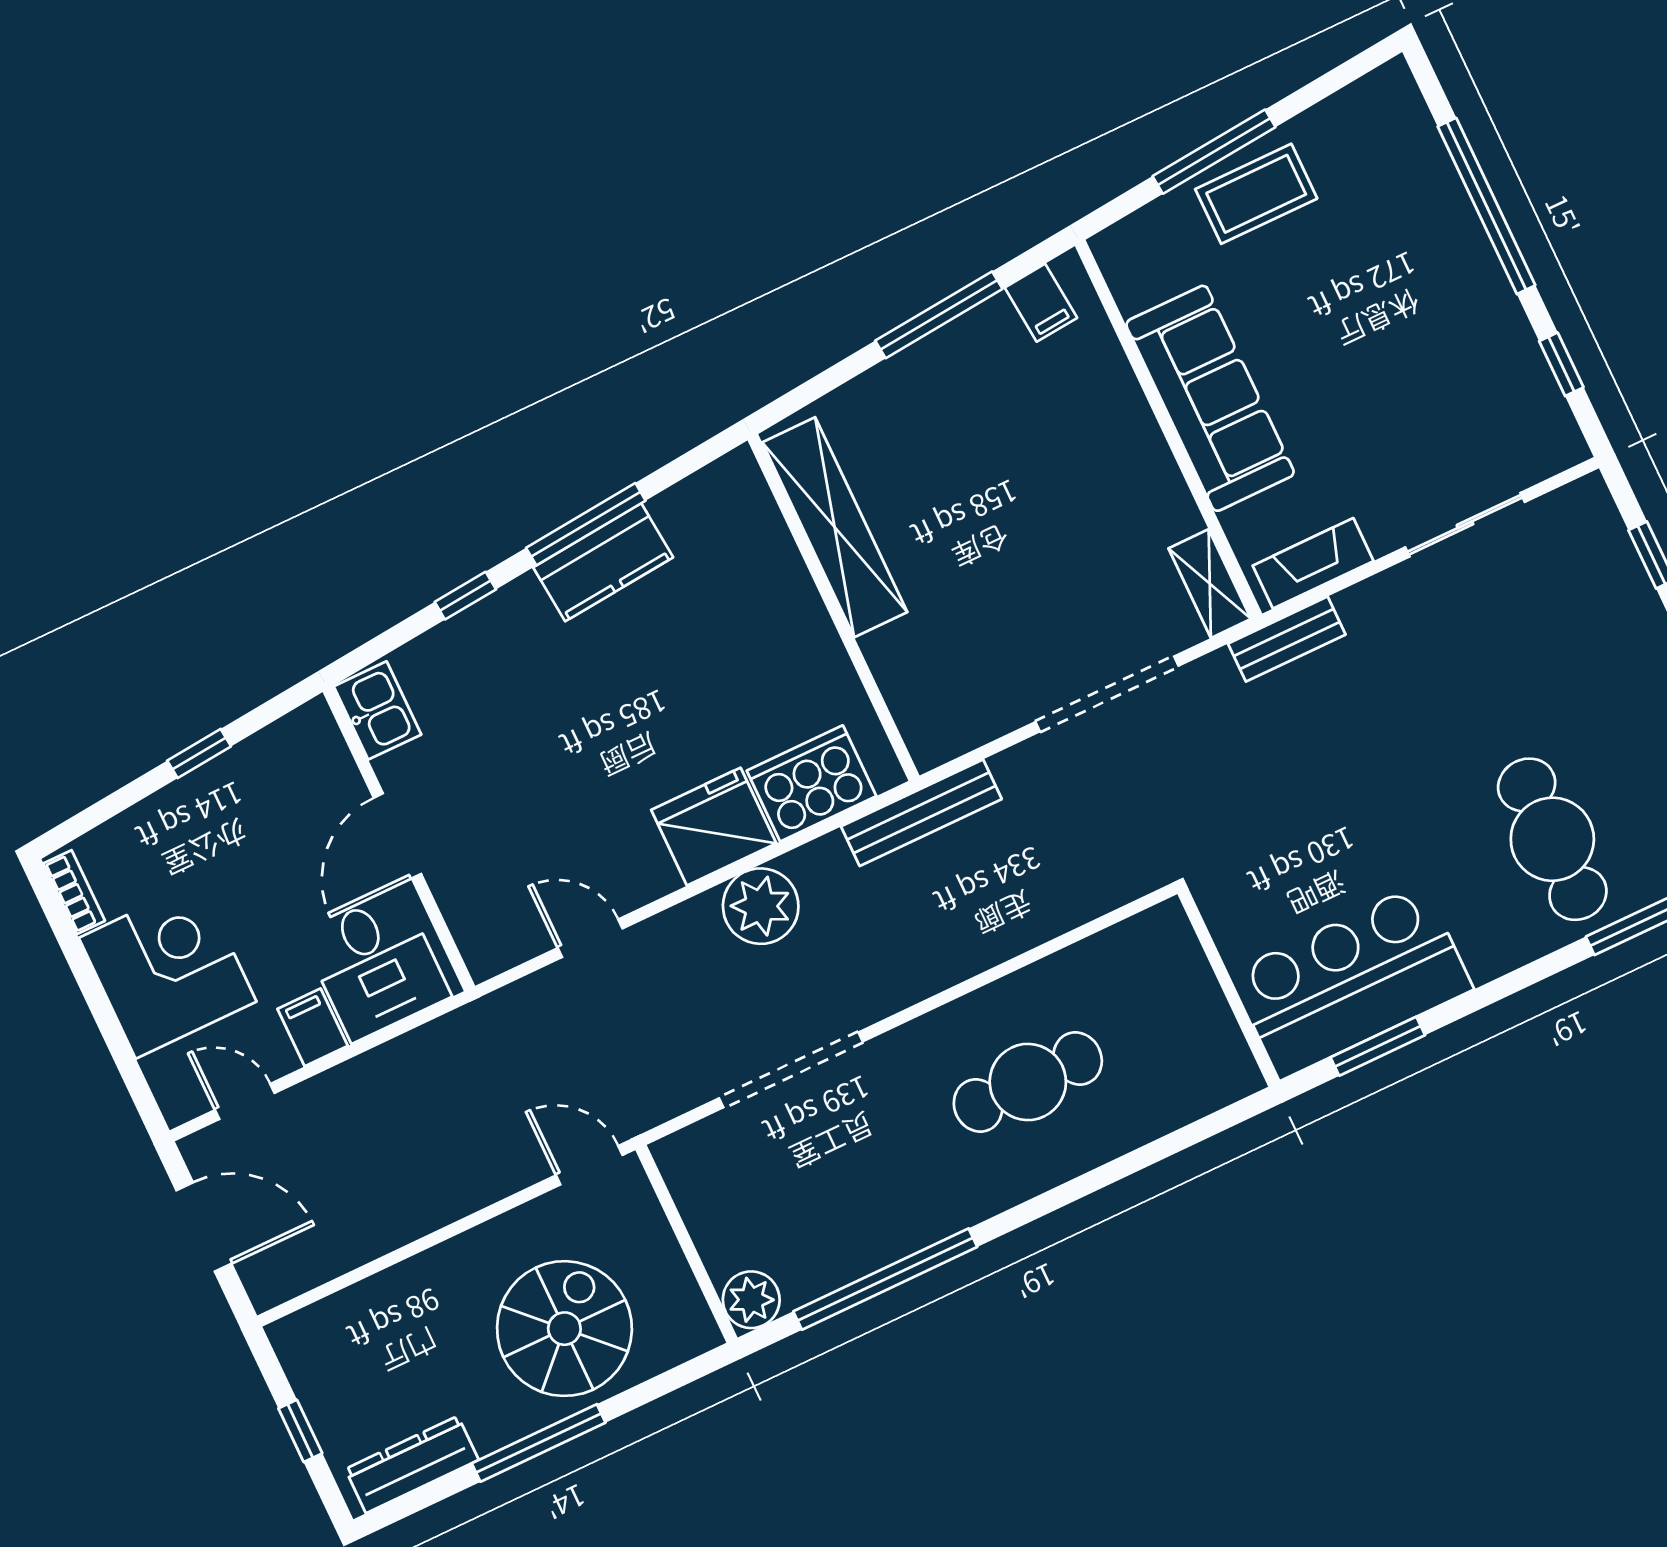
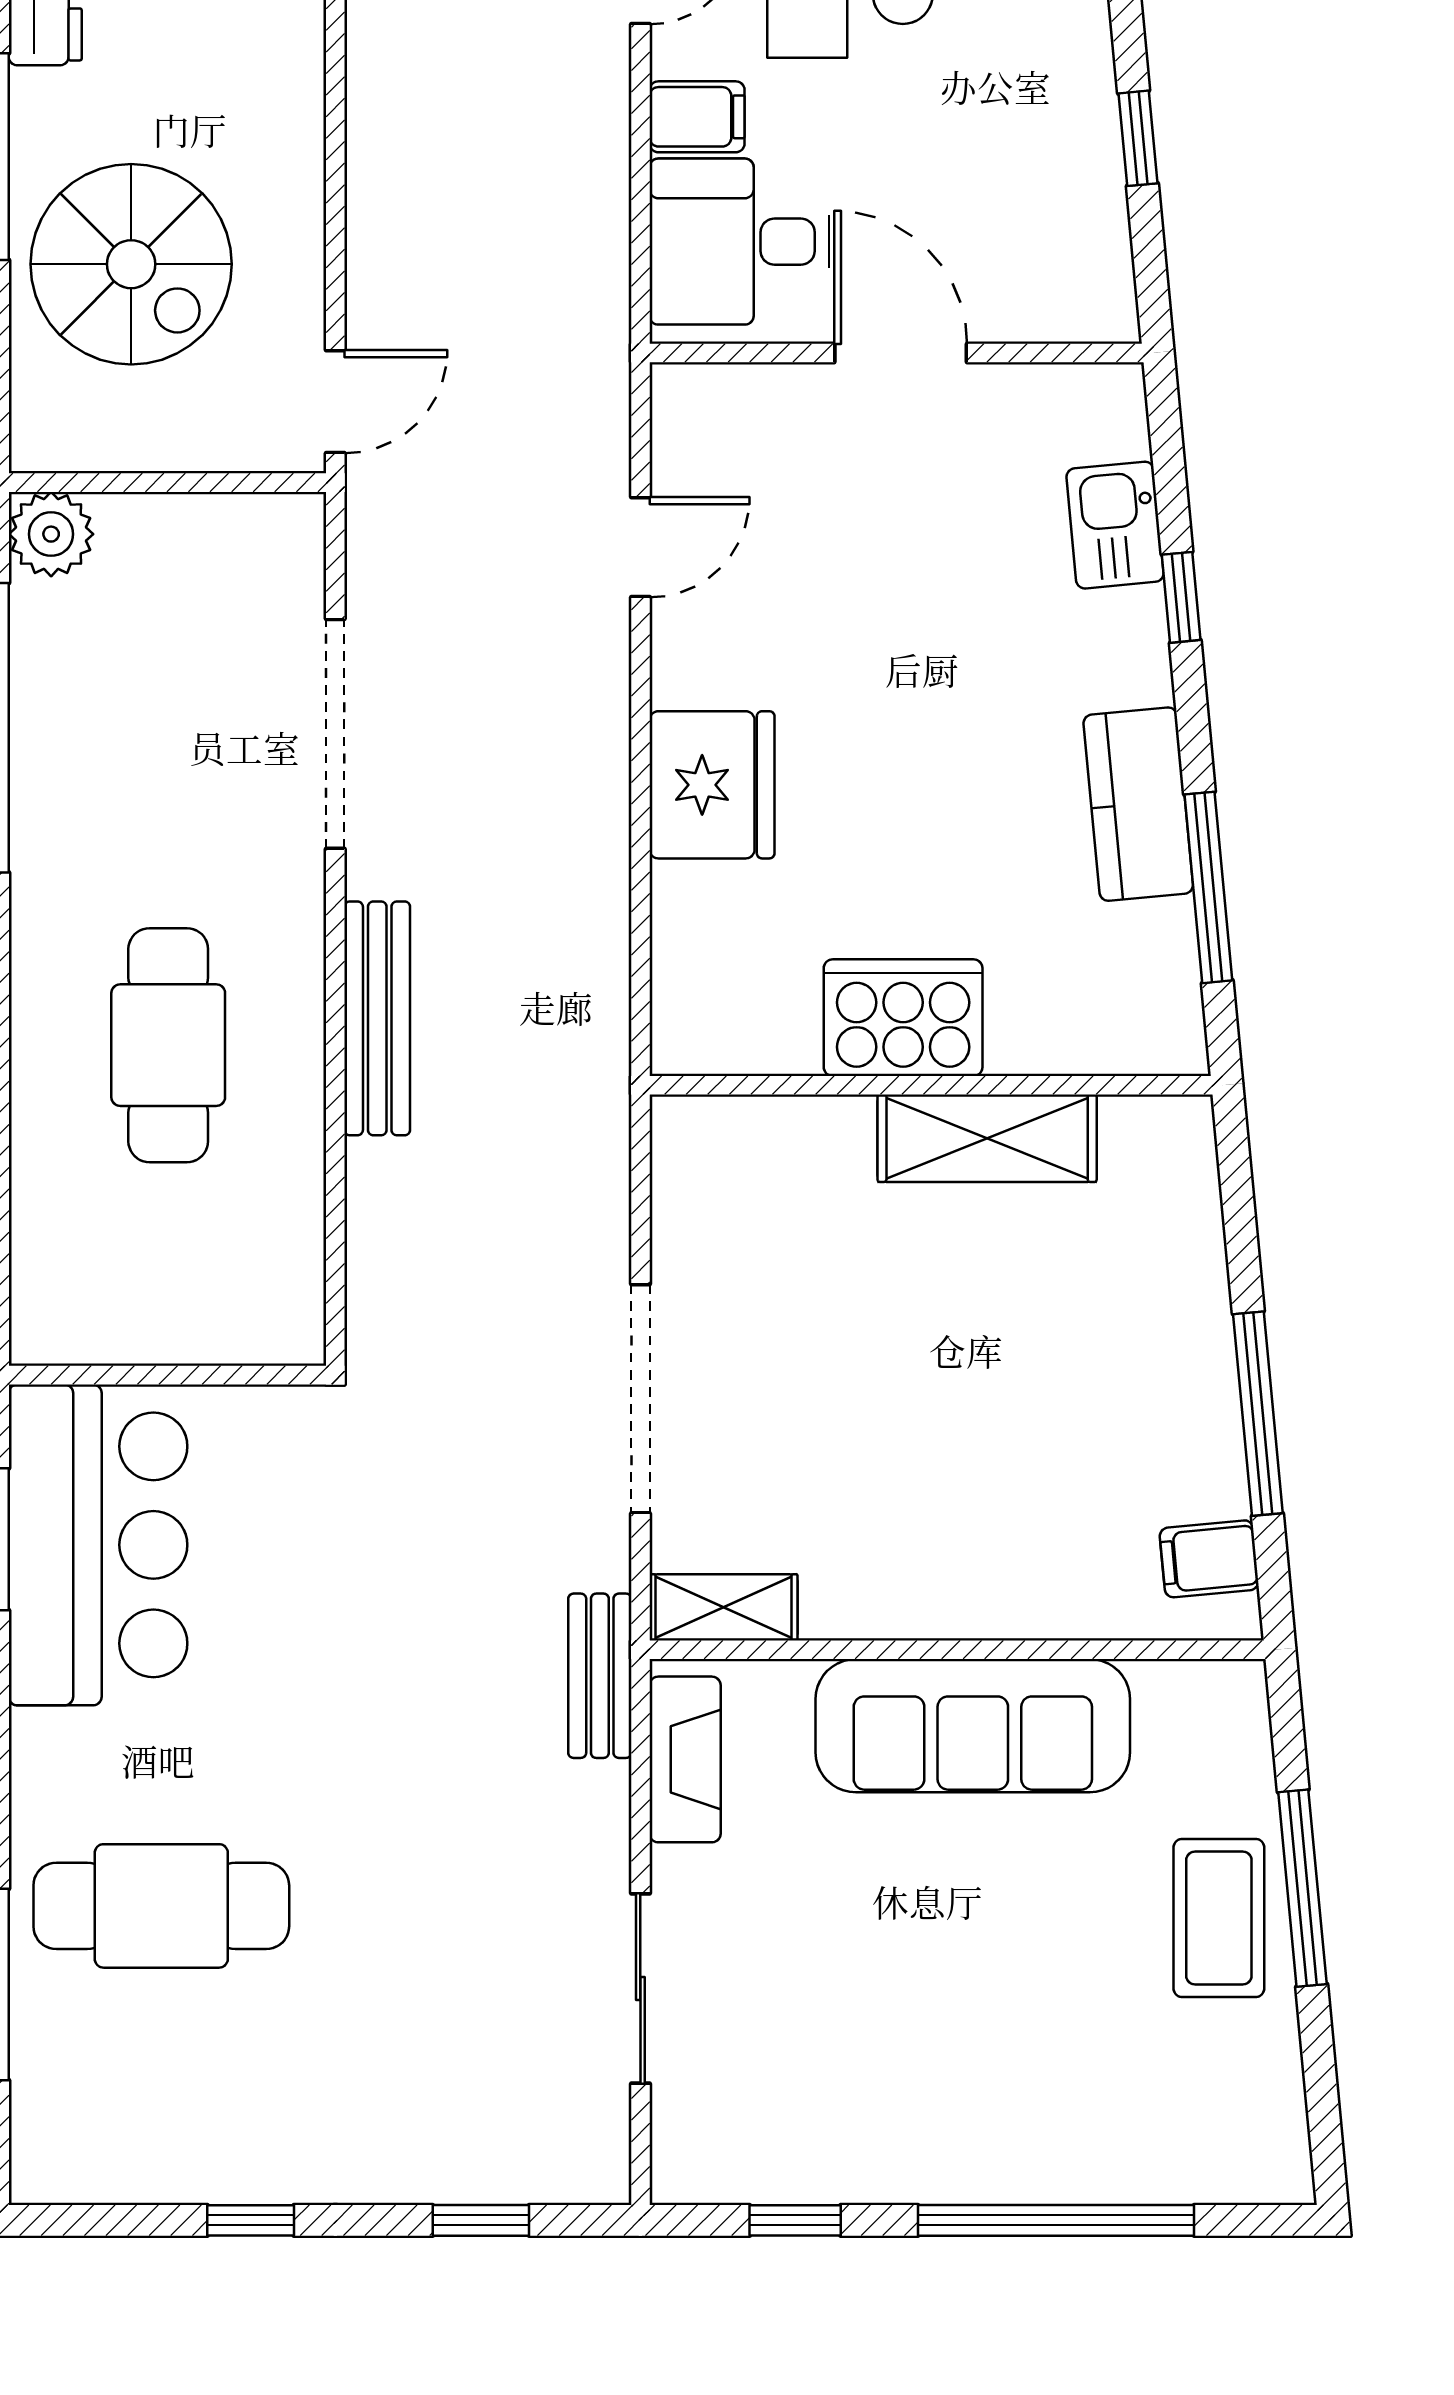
window: (586, 524) -> (1208, 887), moved
shelving: (835, 527) -> (987, 1138), width x0.68
kitchen sink: (377, 710) -> (1115, 525), moved, turned 85
cooker: (811, 783) -> (903, 1018), moved, turned -90
bench: (921, 813) -> (377, 1018), moved
plant: (761, 906) -> (575, 797), removed

